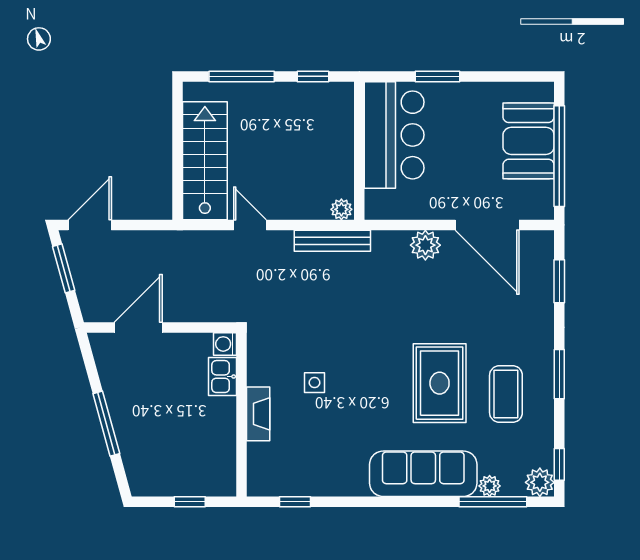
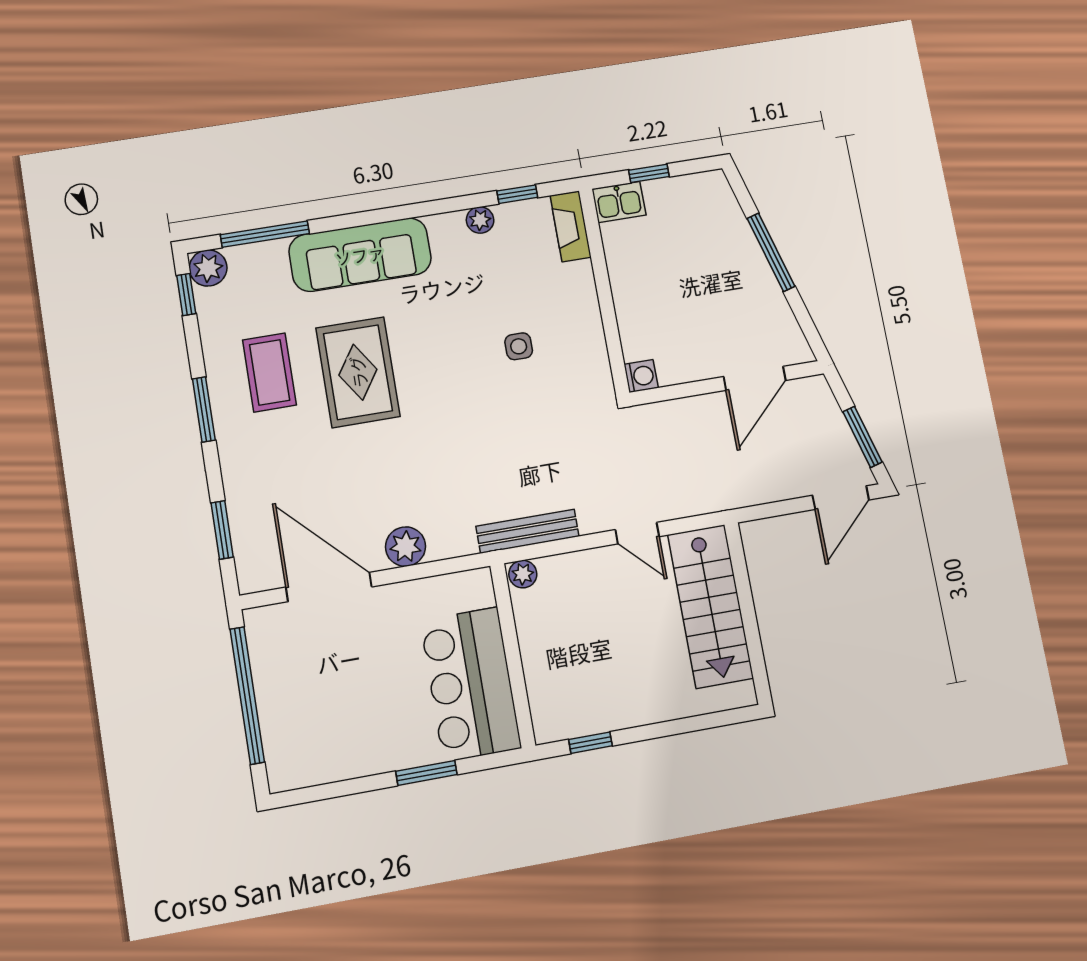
window: (242, 76) -> (684, 726), removed
booth: (529, 141) -> (291, 708), removed
kitchen sink: (223, 377) -> (619, 202), moved, turned 90
fireplace: (258, 414) -> (571, 226), moved
plant: (490, 486) -> (480, 220), moved

